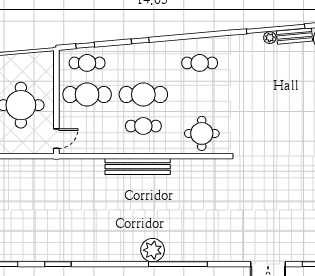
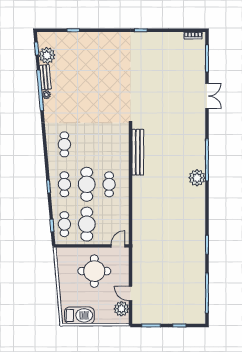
cafe table: (143, 63) -> (64, 184), added
round table: (202, 133) -> (114, 143), removed
door: (56, 139) -> (118, 246), hinge flipped
bench: (138, 167) -> (138, 152), moved

